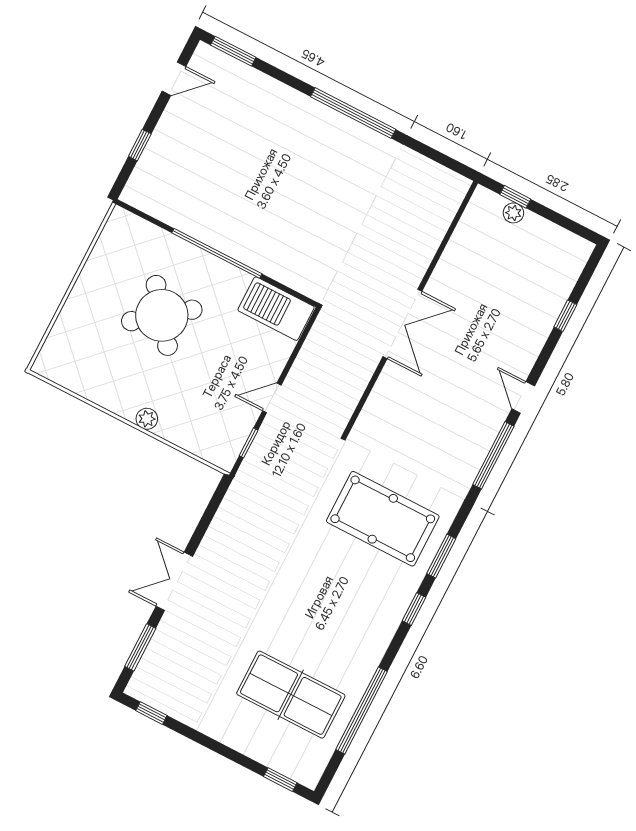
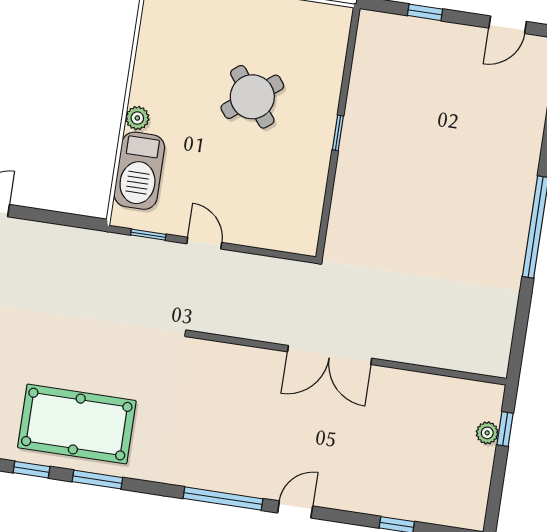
door: (174, 79) -> (508, 25), hinge flipped
window: (217, 253) -> (338, 133), width x0.32
barbecue: (276, 309) -> (139, 171), moved, turned 180
round table: (162, 315) -> (252, 97), width x0.73, depth x0.73
pool table: (383, 519) -> (77, 424), moved, turned 90

